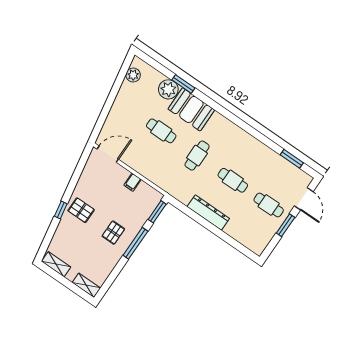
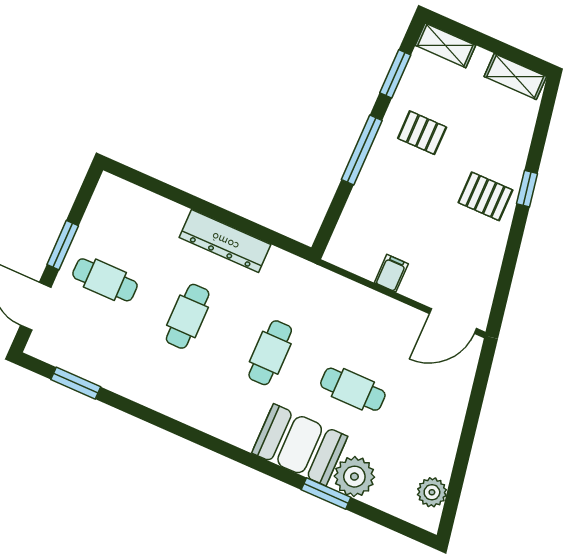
cafe table: (233, 180) -> (188, 316), turned 90
window: (157, 212) -> (395, 74), moved
pallet: (113, 233) -> (422, 133), moved, turned 90

